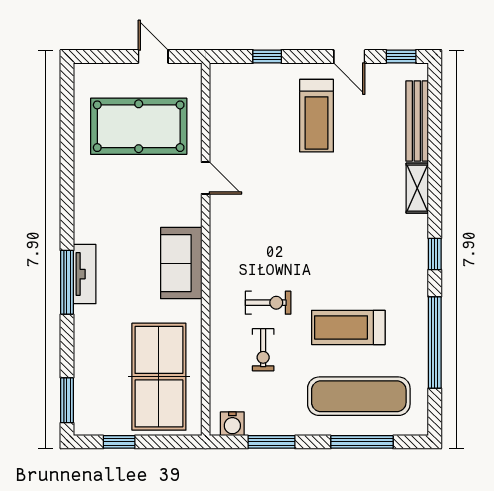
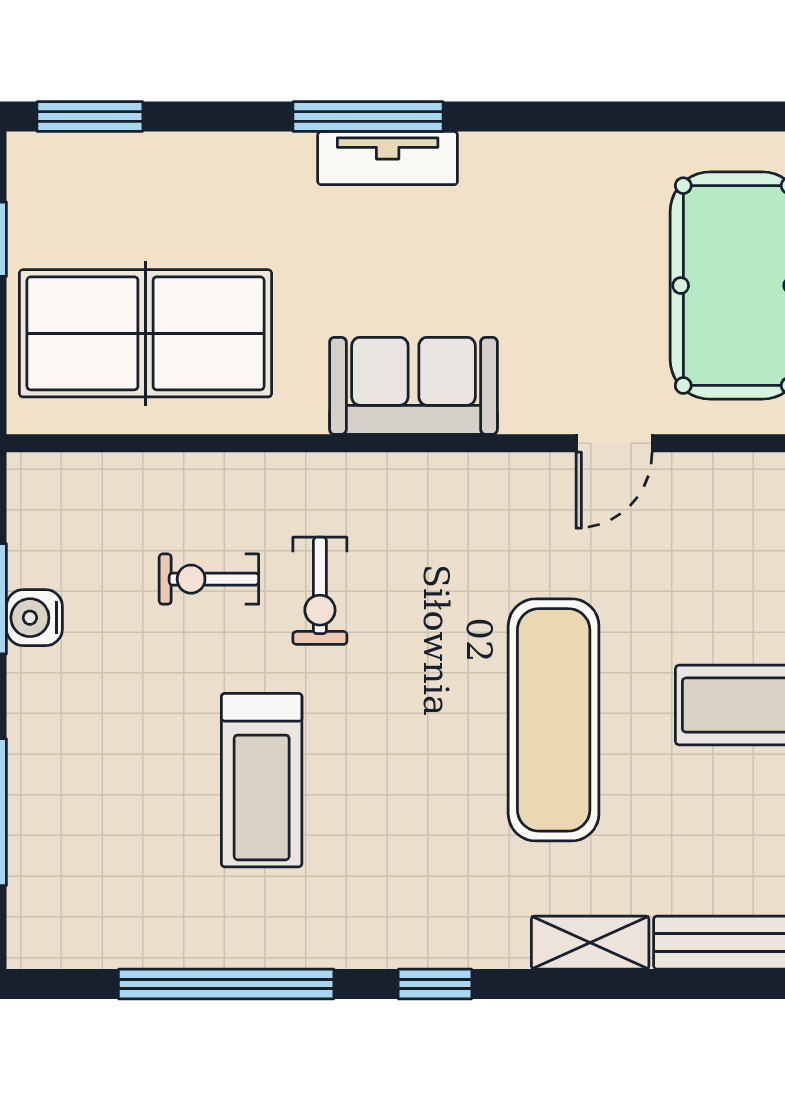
treadmill: (348, 327) -> (262, 780), turned 180
exercise mat: (359, 396) -> (554, 720), moved
water cooler: (232, 424) -> (34, 618), moved

